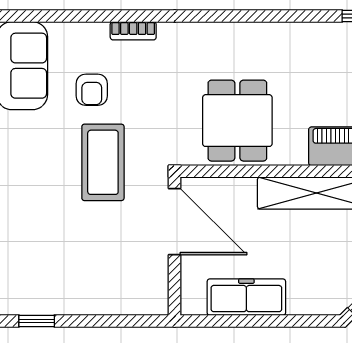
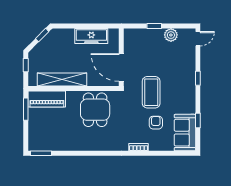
plant: (56, 300) -> (171, 35), added
window: (37, 321) -> (154, 26), moved

